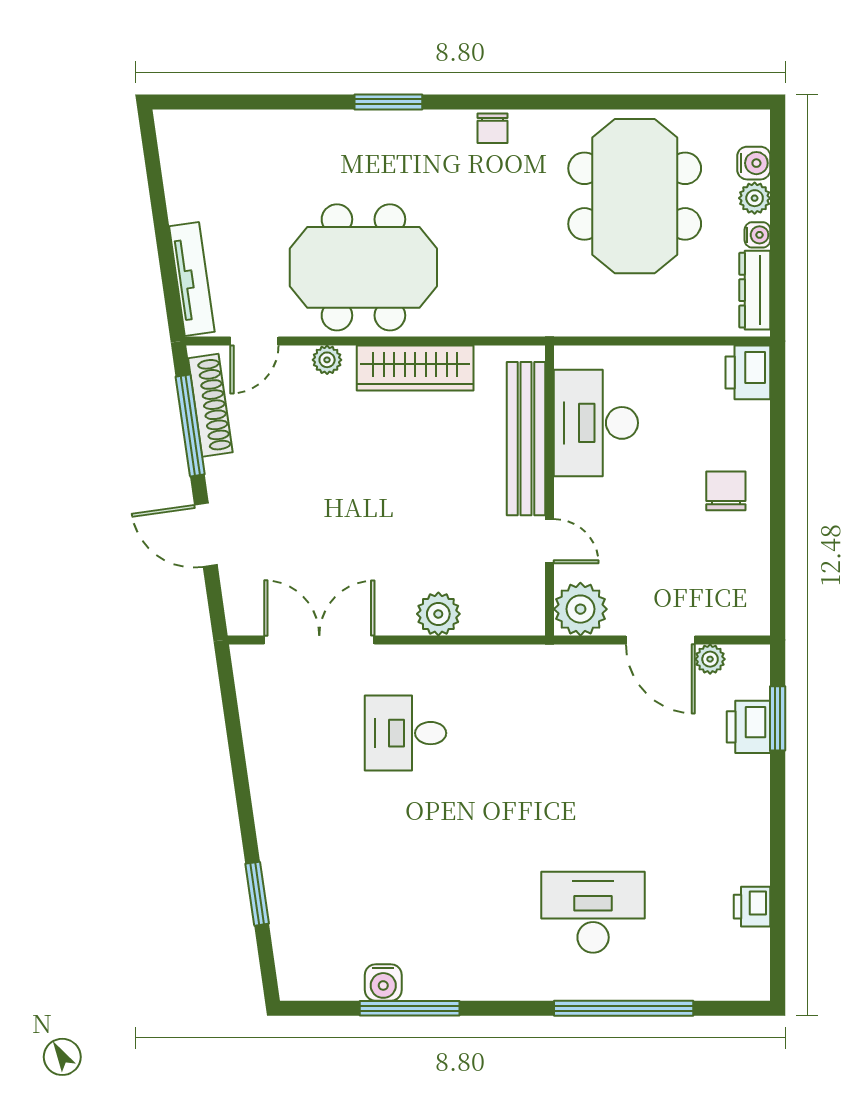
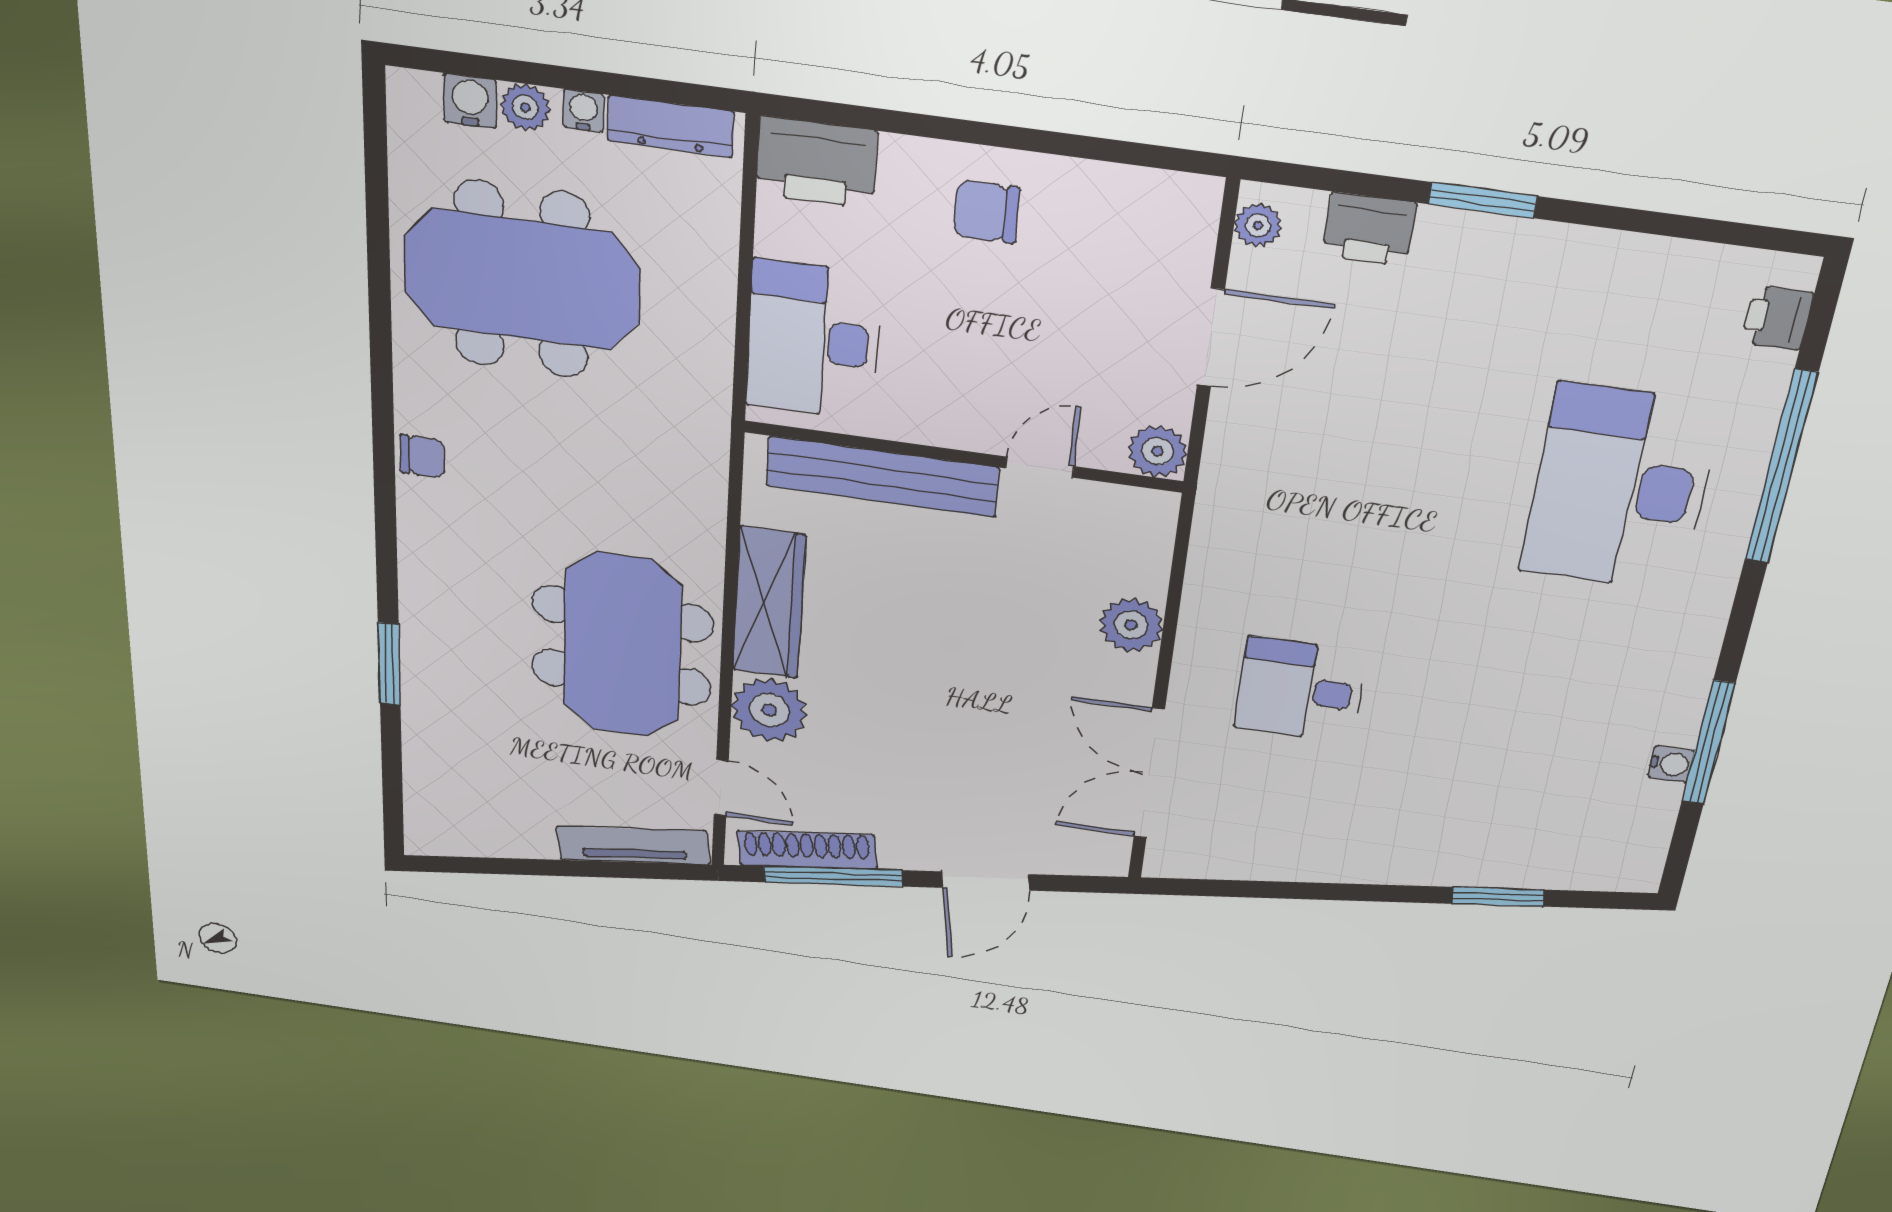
window: (388, 102) -> (389, 664), moved
plant: (327, 360) -> (769, 710), width x1.88, depth x1.88
printer: (748, 372) -> (817, 163), width x1.37, depth x1.19
desk: (596, 423) -> (813, 340), moved, turned 90
plant: (580, 609) -> (1158, 451), width x0.73, depth x0.73
plant: (710, 659) -> (1258, 225), moved
window: (778, 718) -> (1483, 200), moved
desk: (405, 733) -> (1300, 690), turned 90
printer: (752, 907) -> (1777, 318), moved, turned 90
desk: (593, 912) -> (1620, 488), width x1.36, depth x1.30
water cooler: (383, 983) -> (1671, 764), width x0.72, depth x0.72

